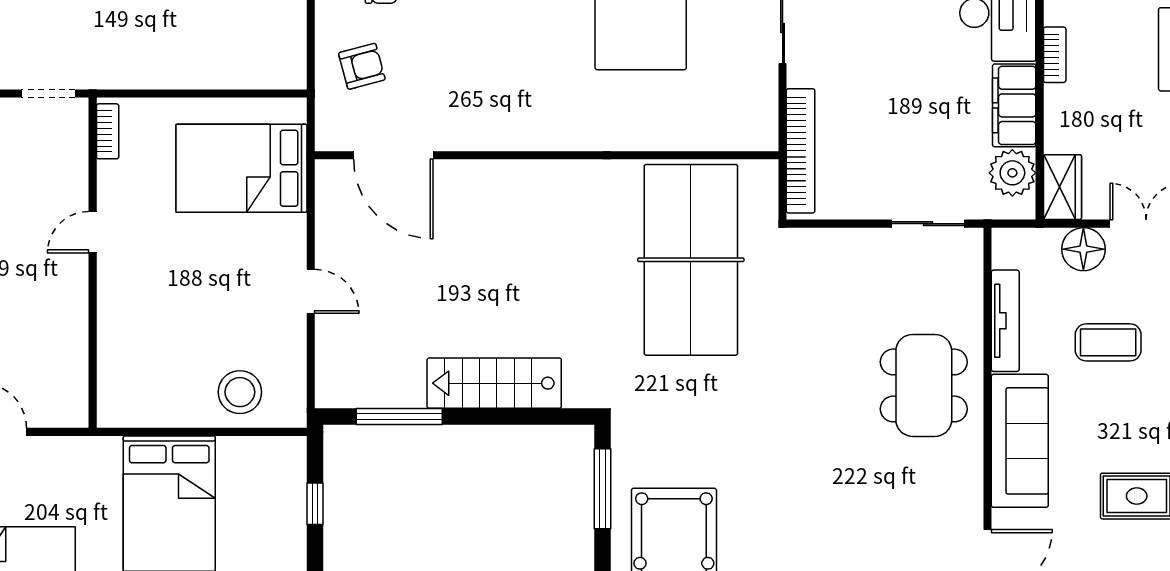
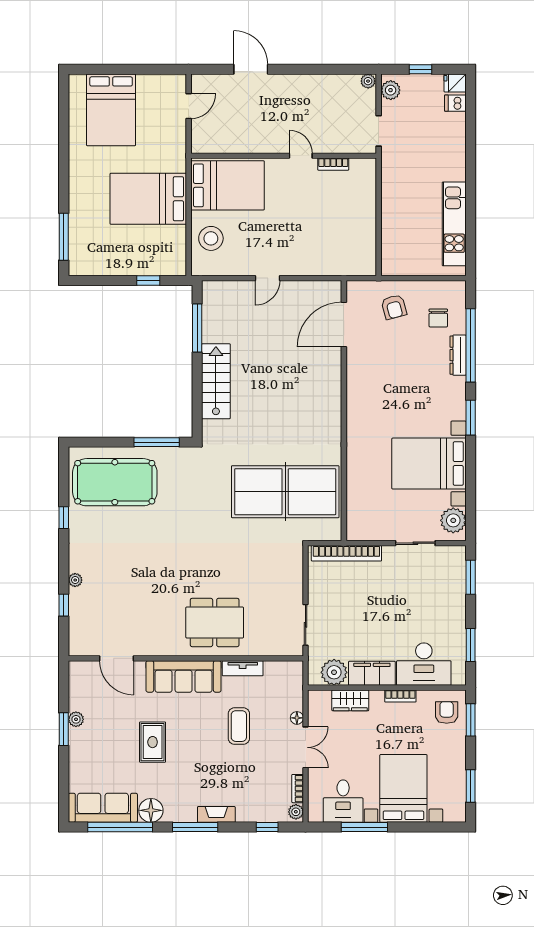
bookcase: (108, 131) -> (333, 164), moved
bed: (241, 168) -> (227, 185), moved, turned 90
wardrobe: (1062, 187) -> (350, 700), moved
floor lamp: (1083, 249) -> (297, 718), width x0.53, depth x0.53
tv unit: (1005, 321) -> (243, 668), width x0.71

